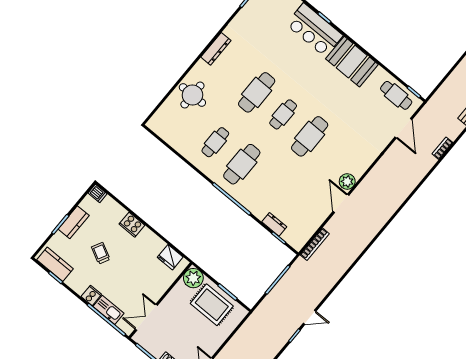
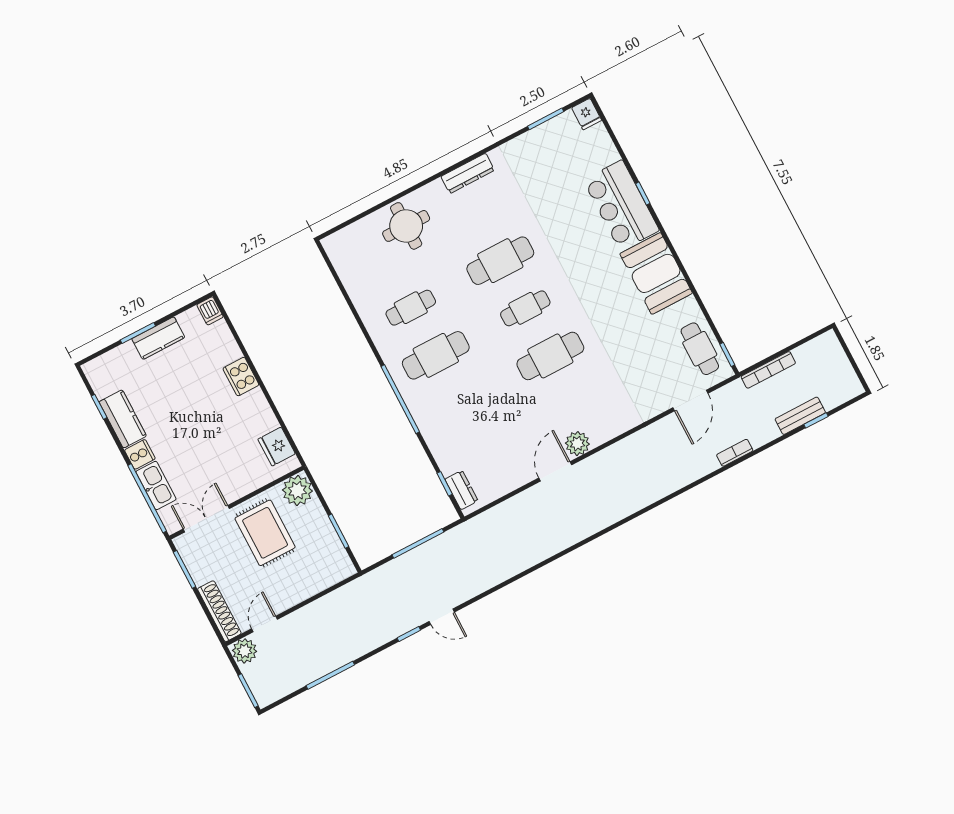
dresser: (274, 224) -> (461, 490), moved
bookcase: (315, 244) -> (768, 370), moved
trolley: (101, 253) -> (179, 399), removed
kitchen counter: (55, 264) -> (123, 419), moved
rug: (212, 305) -> (265, 533), moved

